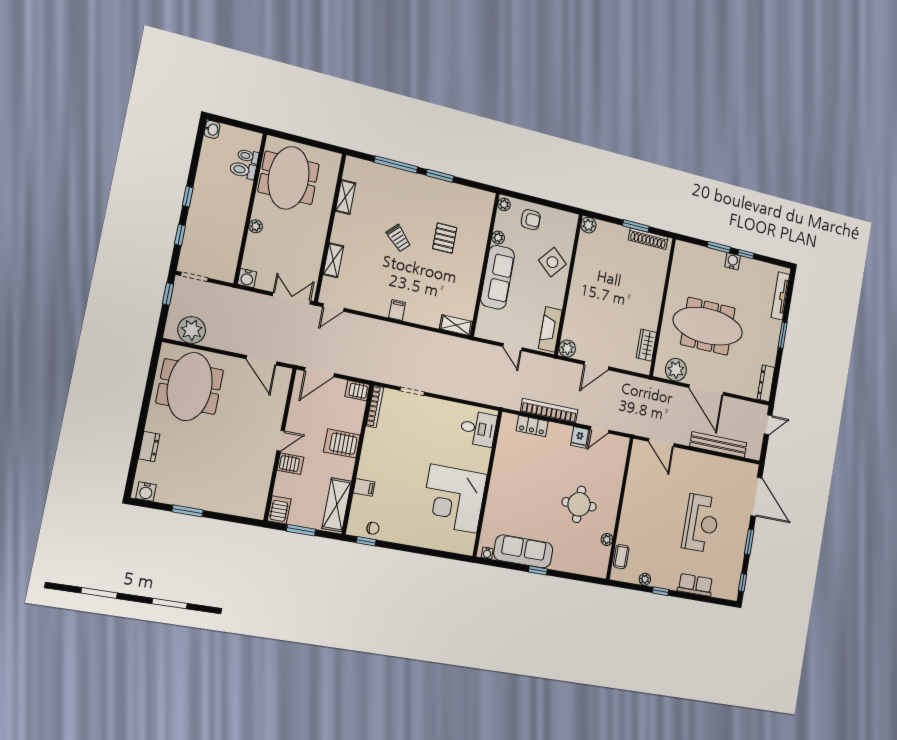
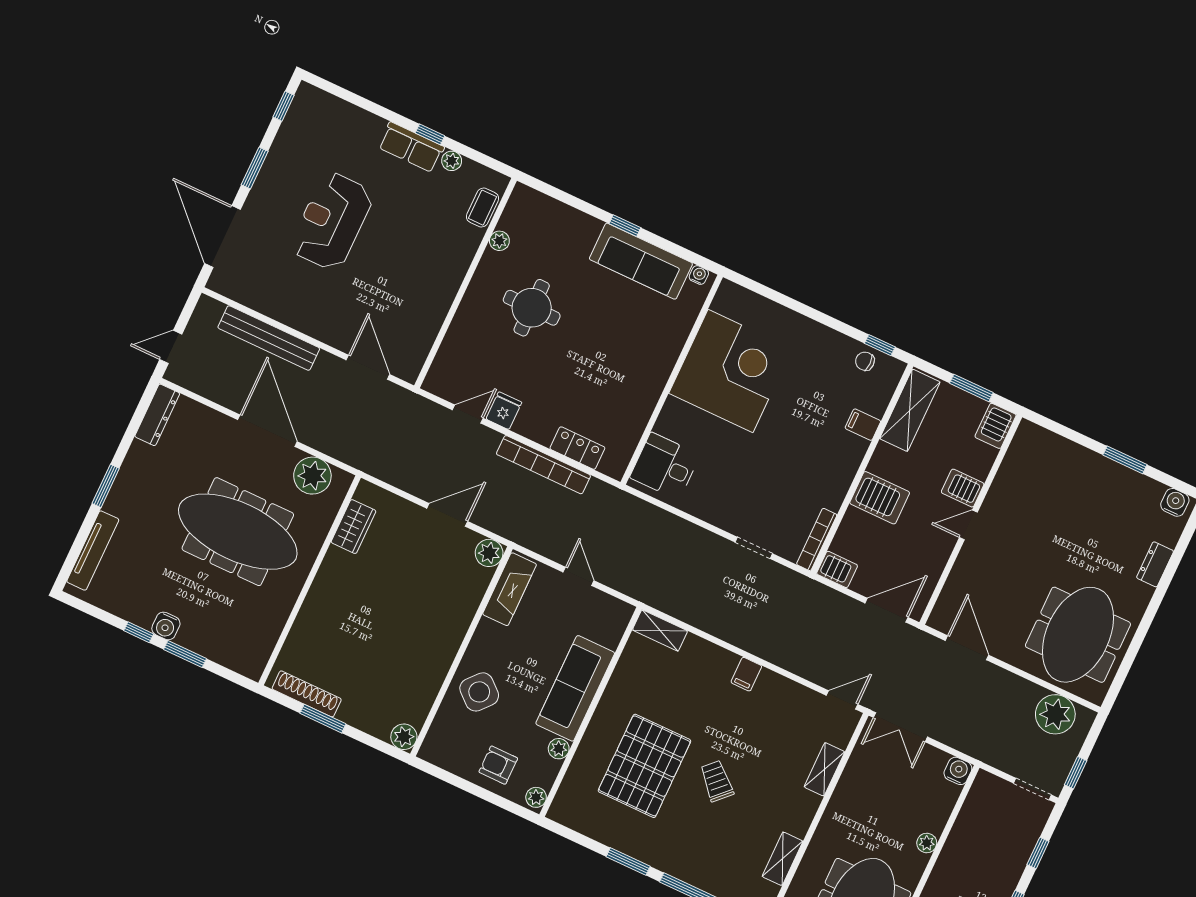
pallet: (445, 238) -> (644, 766), width x2.05, depth x2.00
row of seats: (695, 585) -> (411, 147), moved

